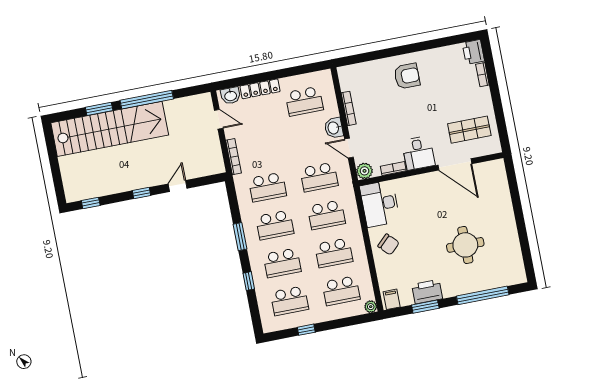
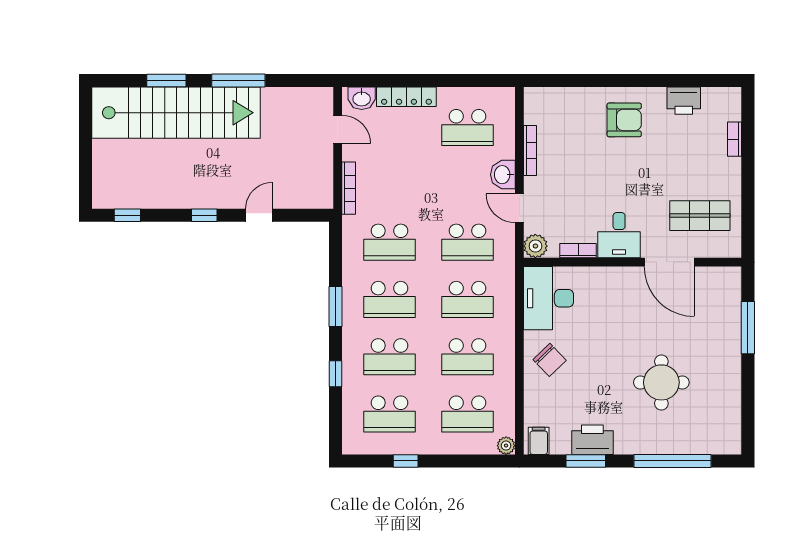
printer: (473, 52) -> (684, 101), moved, turned -90
window: (147, 100) -> (238, 81), width x0.68
window: (515, 198) -> (748, 328), added

